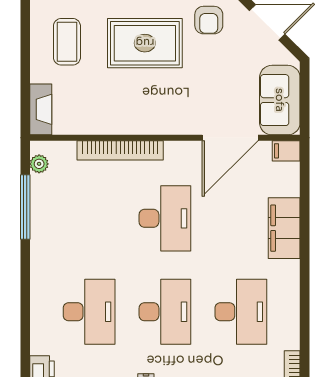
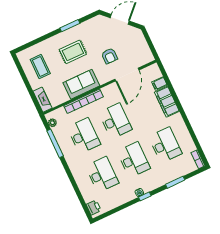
armchair: (209, 20) -> (109, 56), moved
rug: (145, 43) -> (73, 52), width x0.73, depth x0.70
sofa: (280, 100) -> (81, 84), moved, turned 90
filing cabinet: (286, 151) -> (159, 84), moved
desk: (89, 218) -> (84, 136), added

